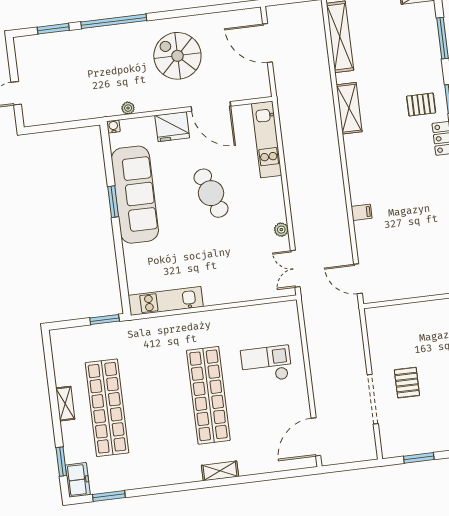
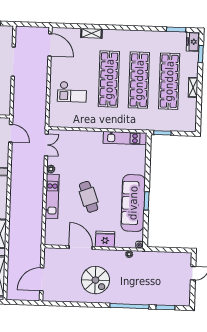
door: (267, 43) -> (42, 279), swing flipped
kitchen unit: (267, 139) -> (52, 196), moved
shop shelf: (158, 402) -> (139, 80), added
door: (316, 437) -> (50, 45), hinge flipped
shelving: (220, 471) -> (91, 33), moved

